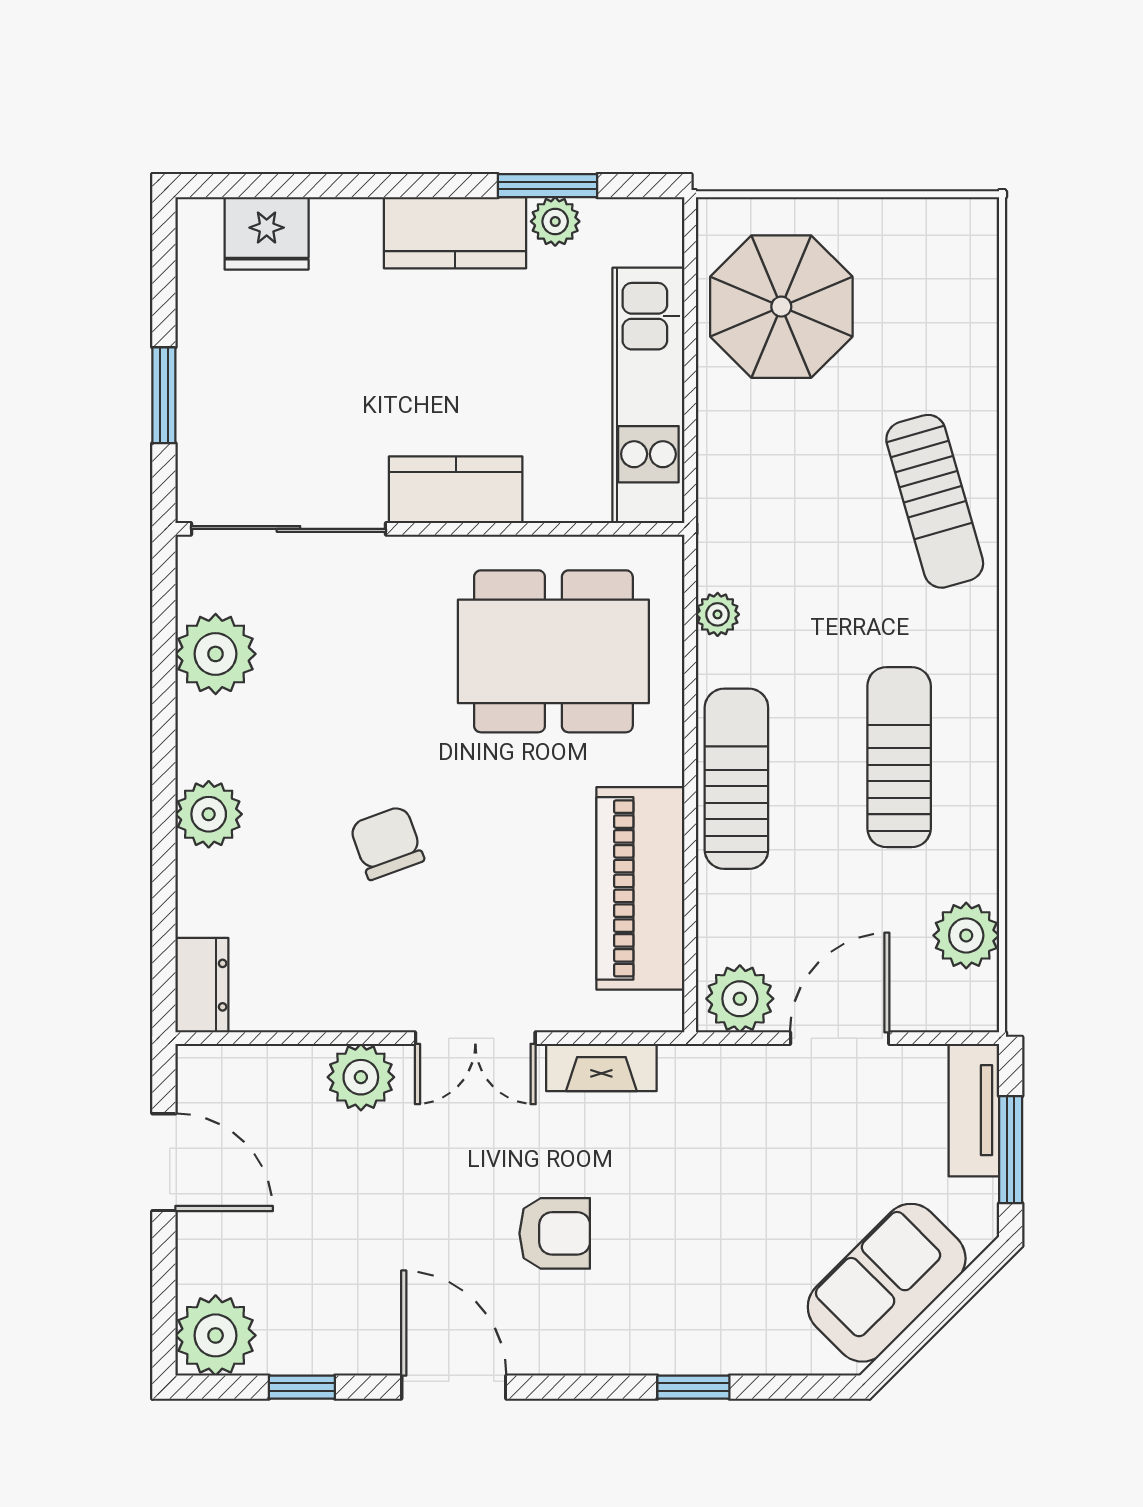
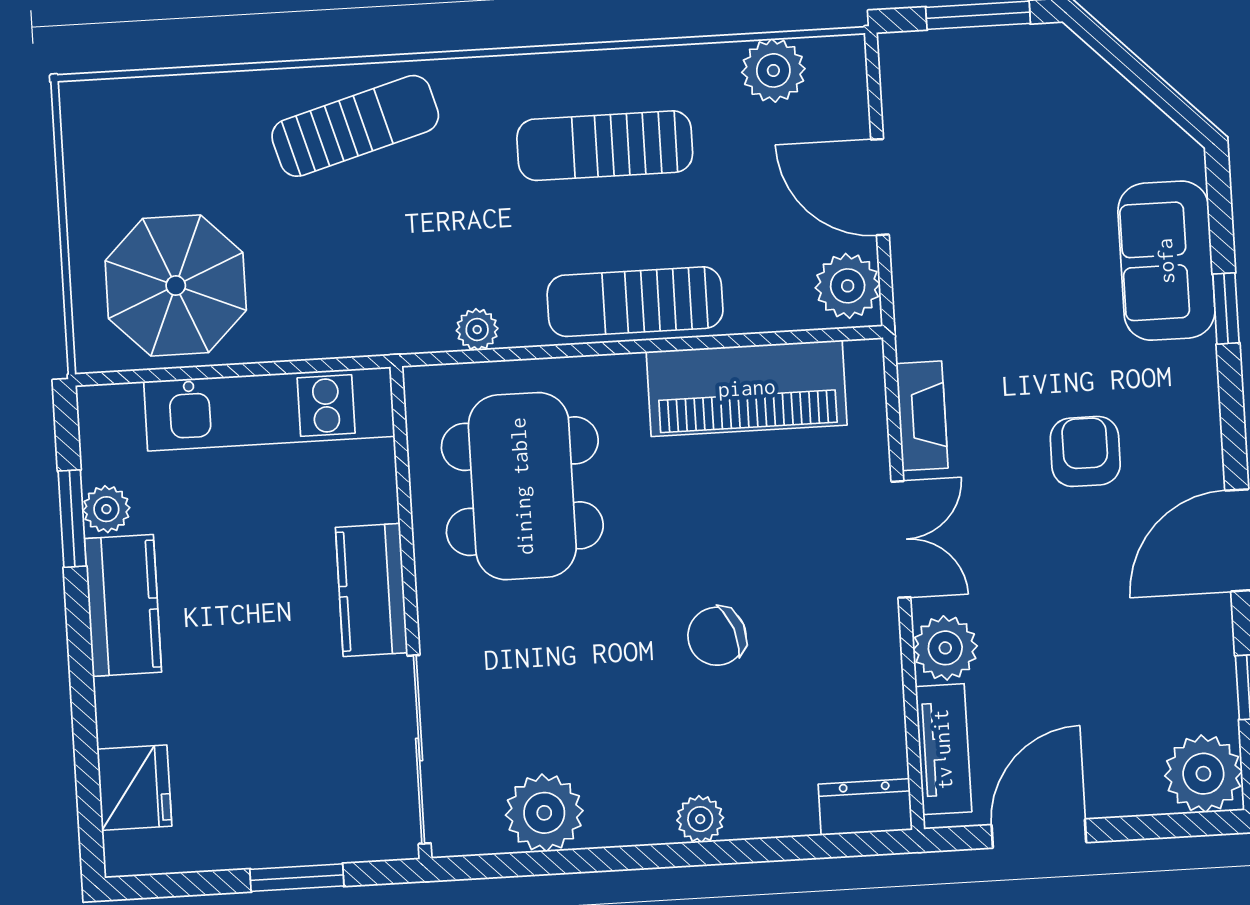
plant: (209, 814) -> (700, 819), width x0.73, depth x0.73
tv unit: (974, 1110) -> (943, 749), moved, turned -90
sofa: (887, 1283) -> (1166, 261), moved, turned 45

